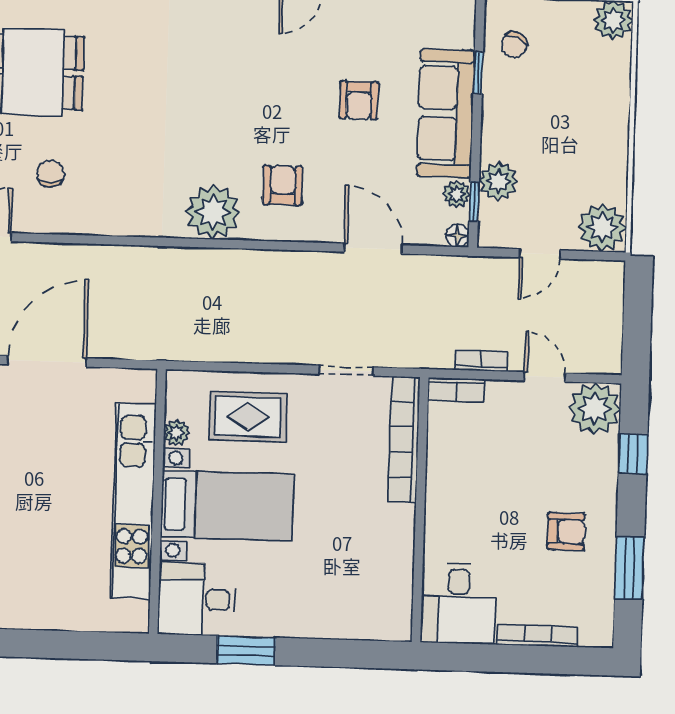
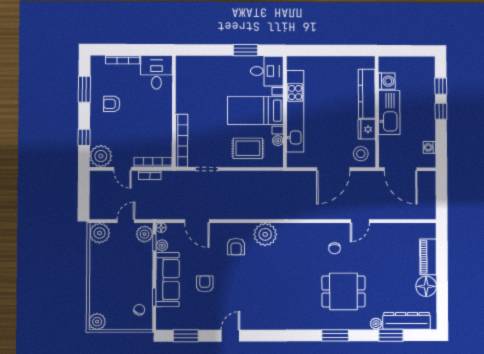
plant: (498, 181) -> (144, 234), moved
bookcase: (456, 390) -> (153, 162), width x1.56

